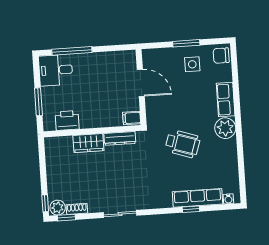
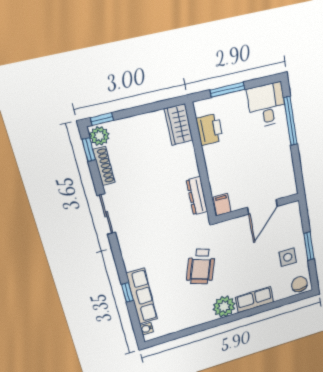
wardrobe: (88, 143) -> (179, 125), moved
shoe rack: (77, 209) -> (104, 166), width x1.43

